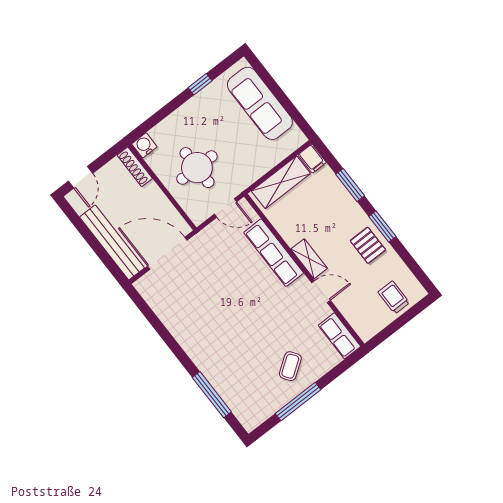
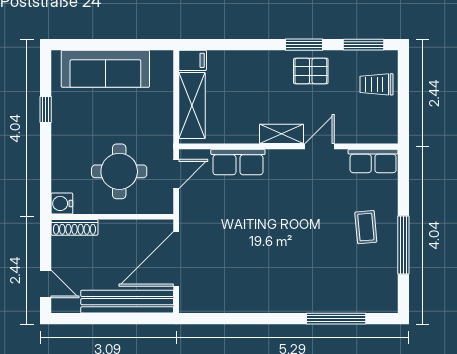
window: (350, 185) -> (363, 45), moved
row of seats: (274, 253) -> (238, 162), width x0.68
coffee table: (290, 366) -> (366, 227), turned 30

